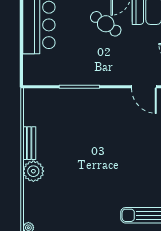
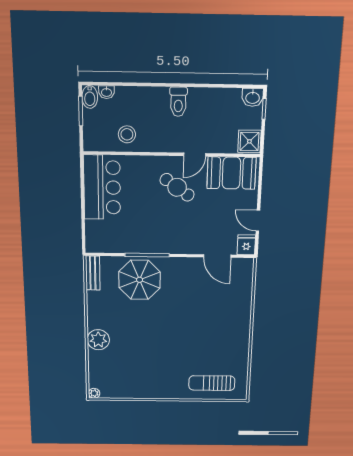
parasol: (72, 111) -> (140, 280), added
bench: (29, 143) -> (93, 273), moved

